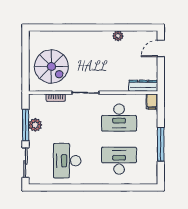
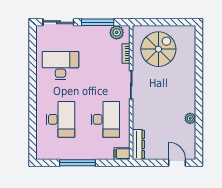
spiral stairs: (51, 66) -> (158, 49), turned 180
desk: (119, 118) -> (105, 119), turned 180
plant: (35, 125) -> (117, 32), moved

